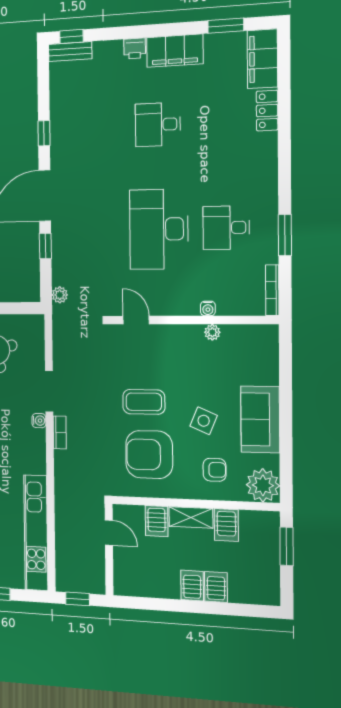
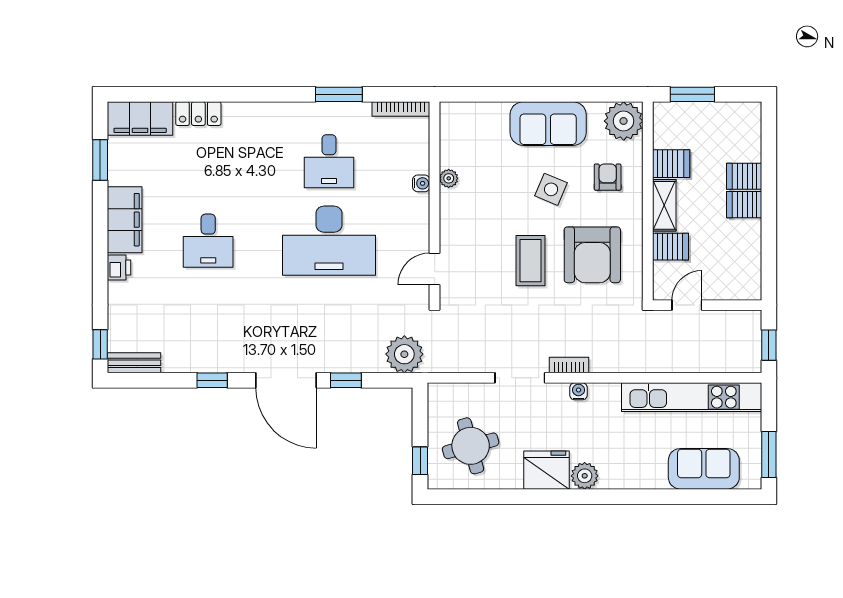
bench: (70, 51) -> (134, 363), moved, turned 90
plant: (60, 295) -> (404, 354), width x1.87, depth x1.87
water cooler: (39, 421) -> (579, 391), moved

